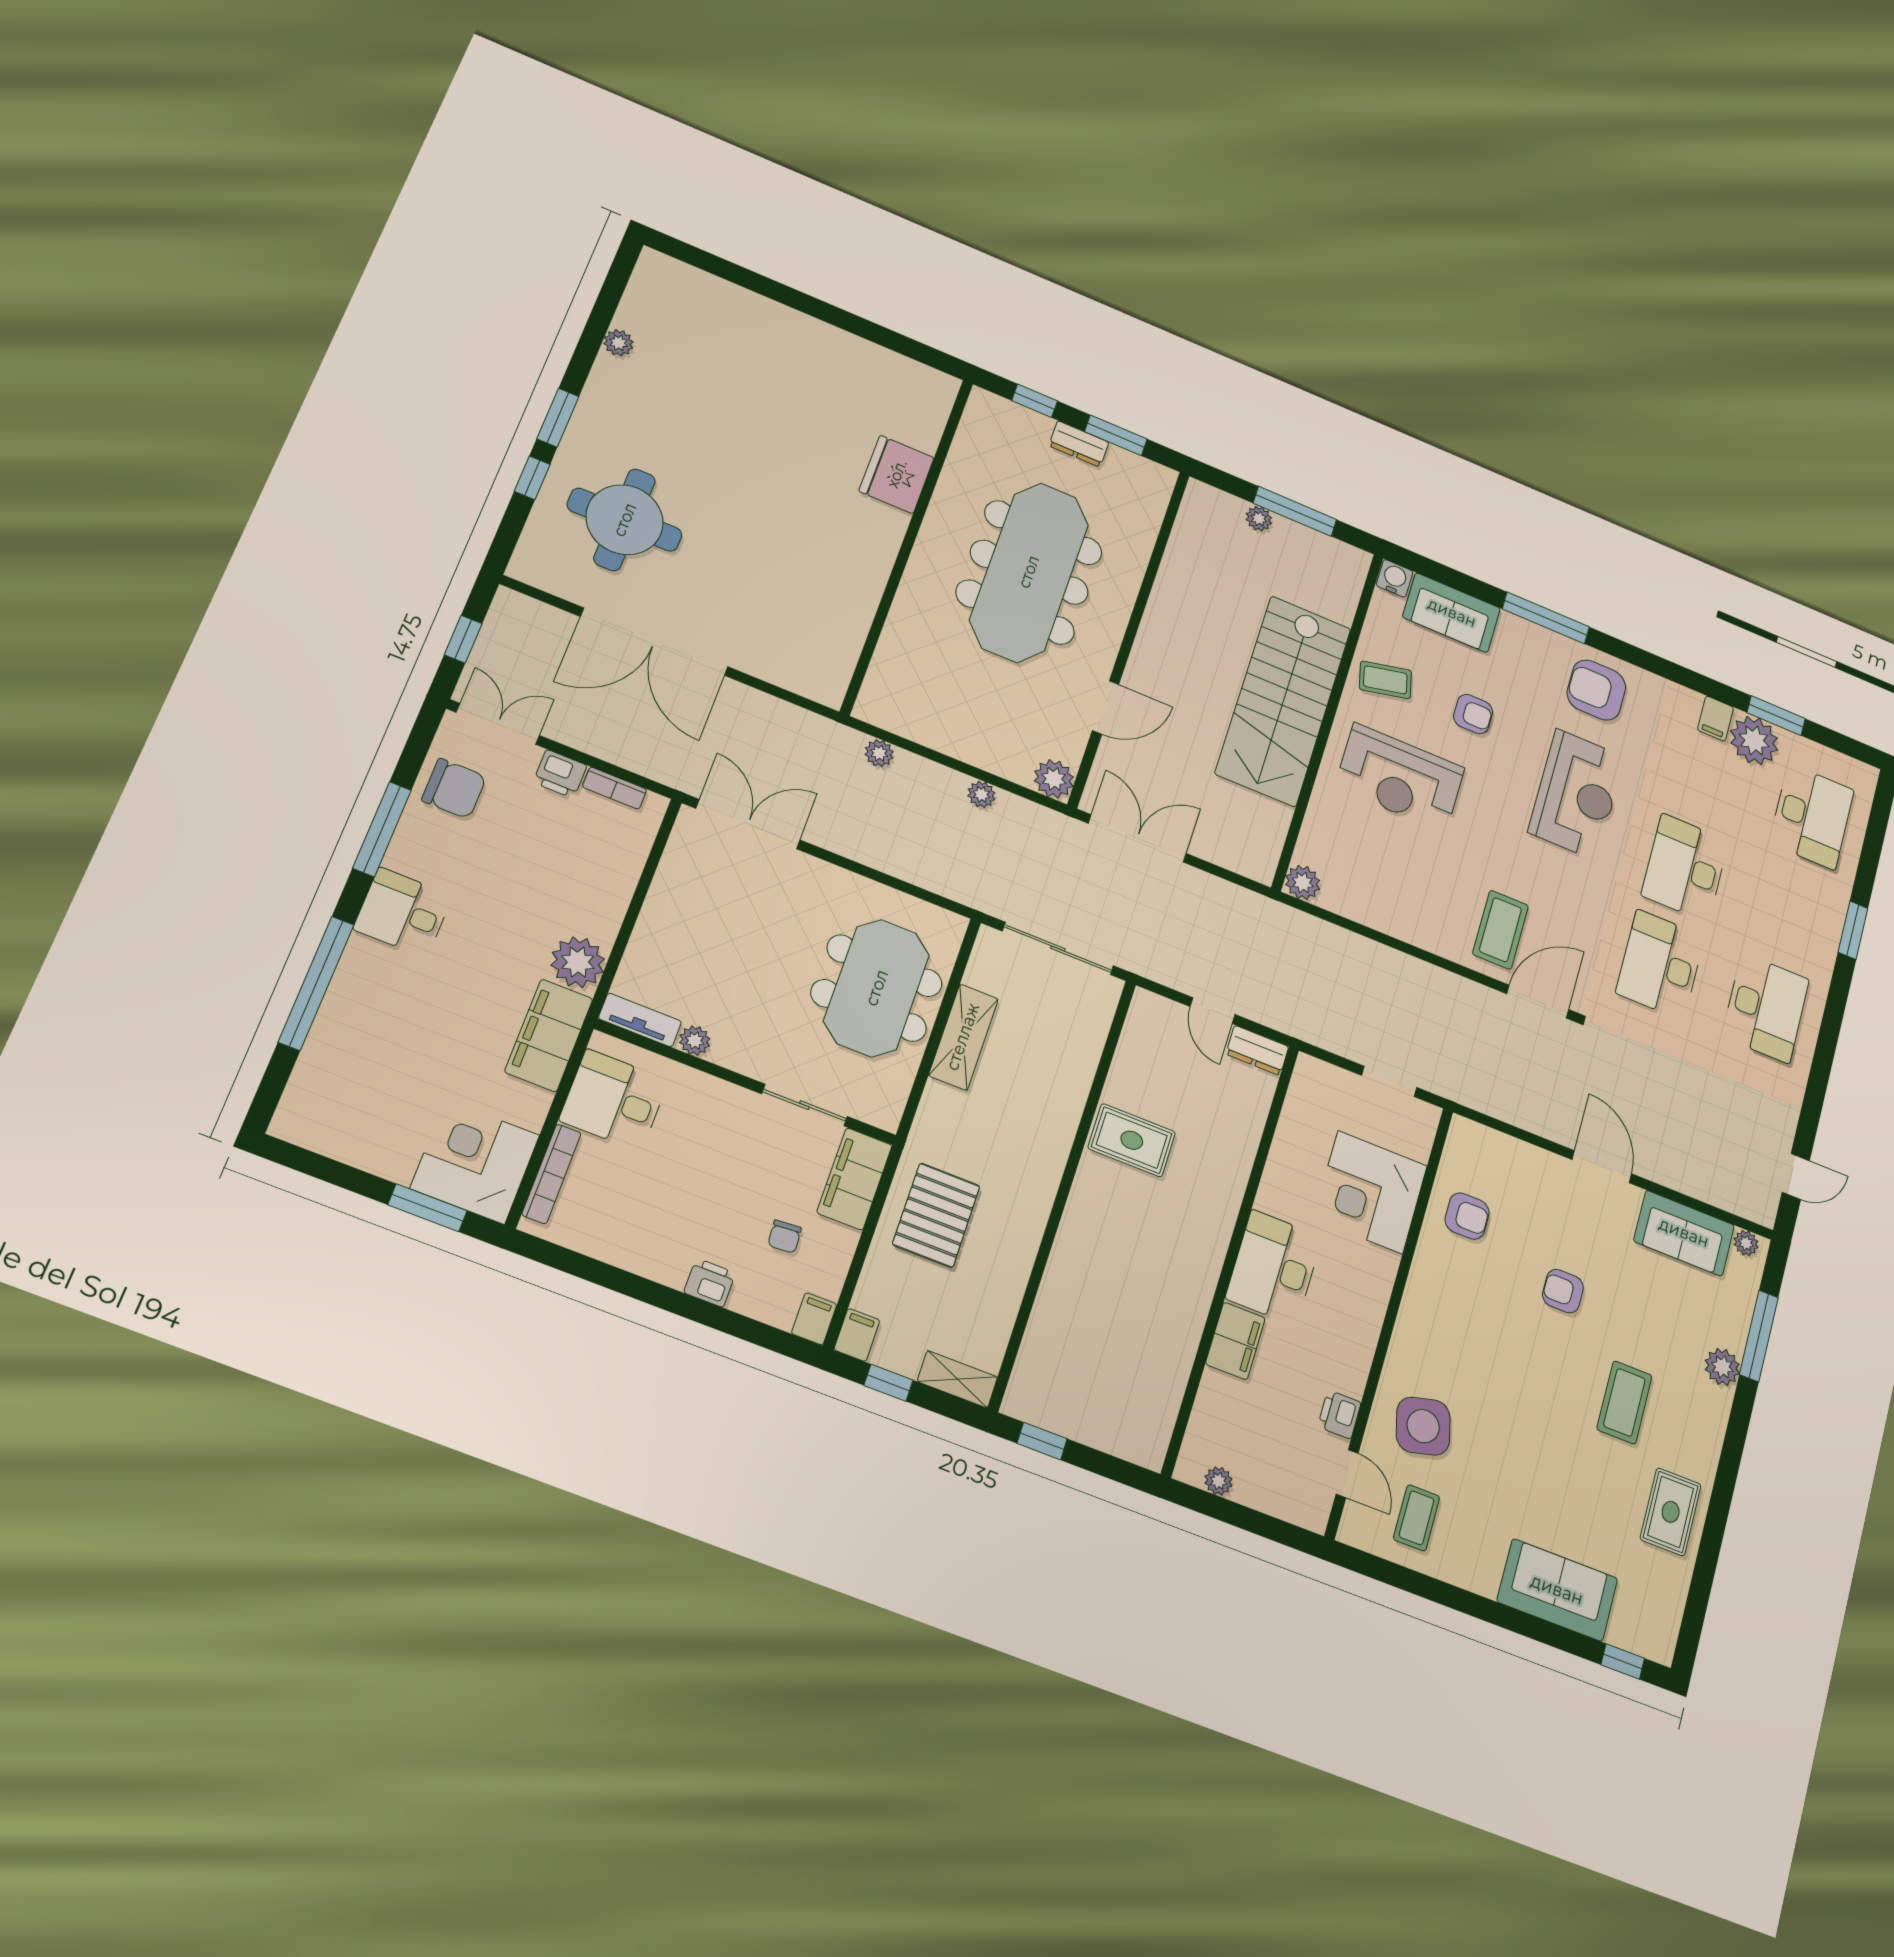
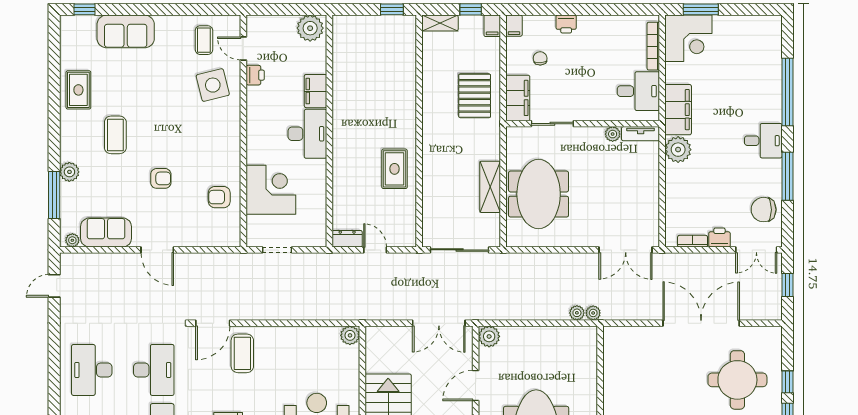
plant: (981, 794) -> (593, 313), moved
rug: (1132, 1140) -> (395, 169), turned 90
plant: (1218, 1481) -> (310, 28), width x1.88, depth x1.88

